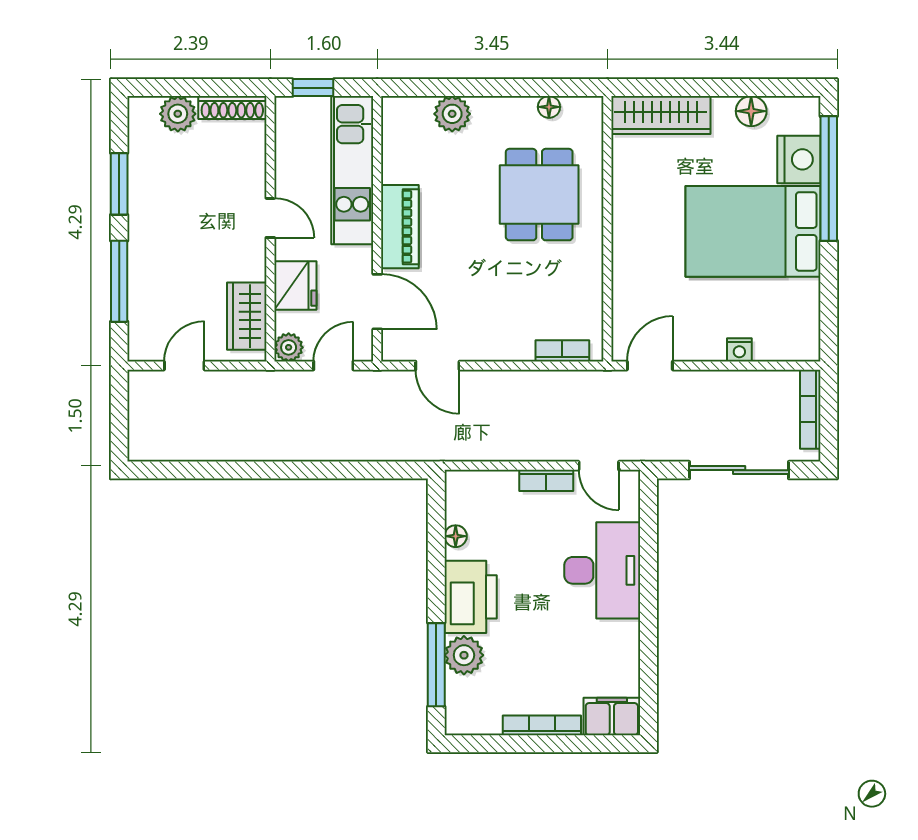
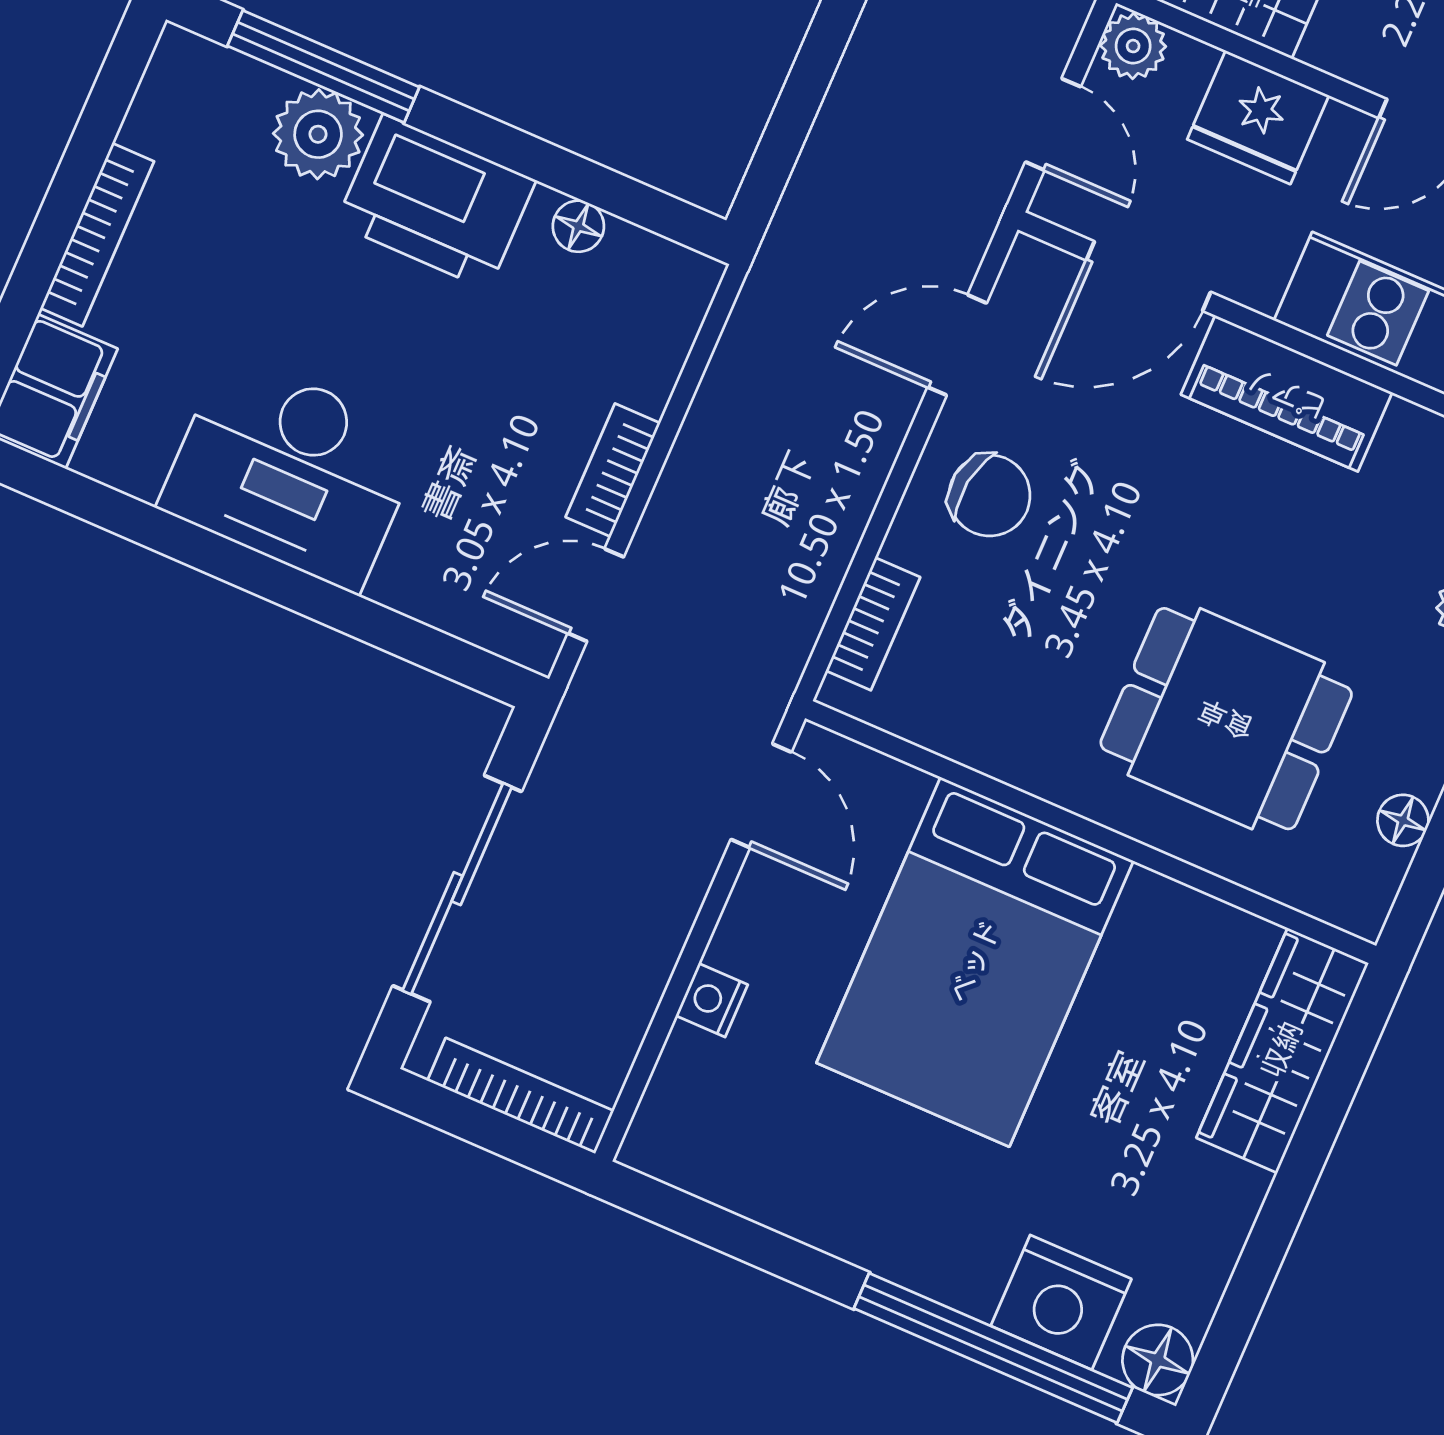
floor lamp: (751, 111) -> (1158, 1360), moved
bed: (753, 231) -> (975, 962), moved, turned 180
chair: (491, 327) -> (990, 495), added
desk: (602, 570) -> (292, 472), moved

